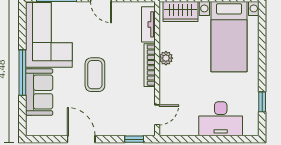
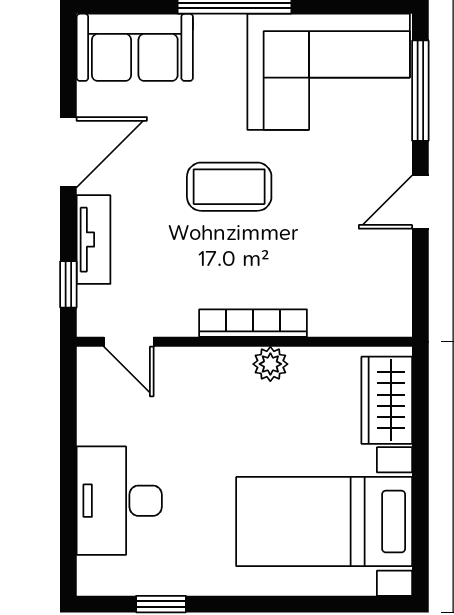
tv unit: (148, 24) -> (94, 240), moved, turned 90
sofa: (39, 92) -> (135, 47), moved

